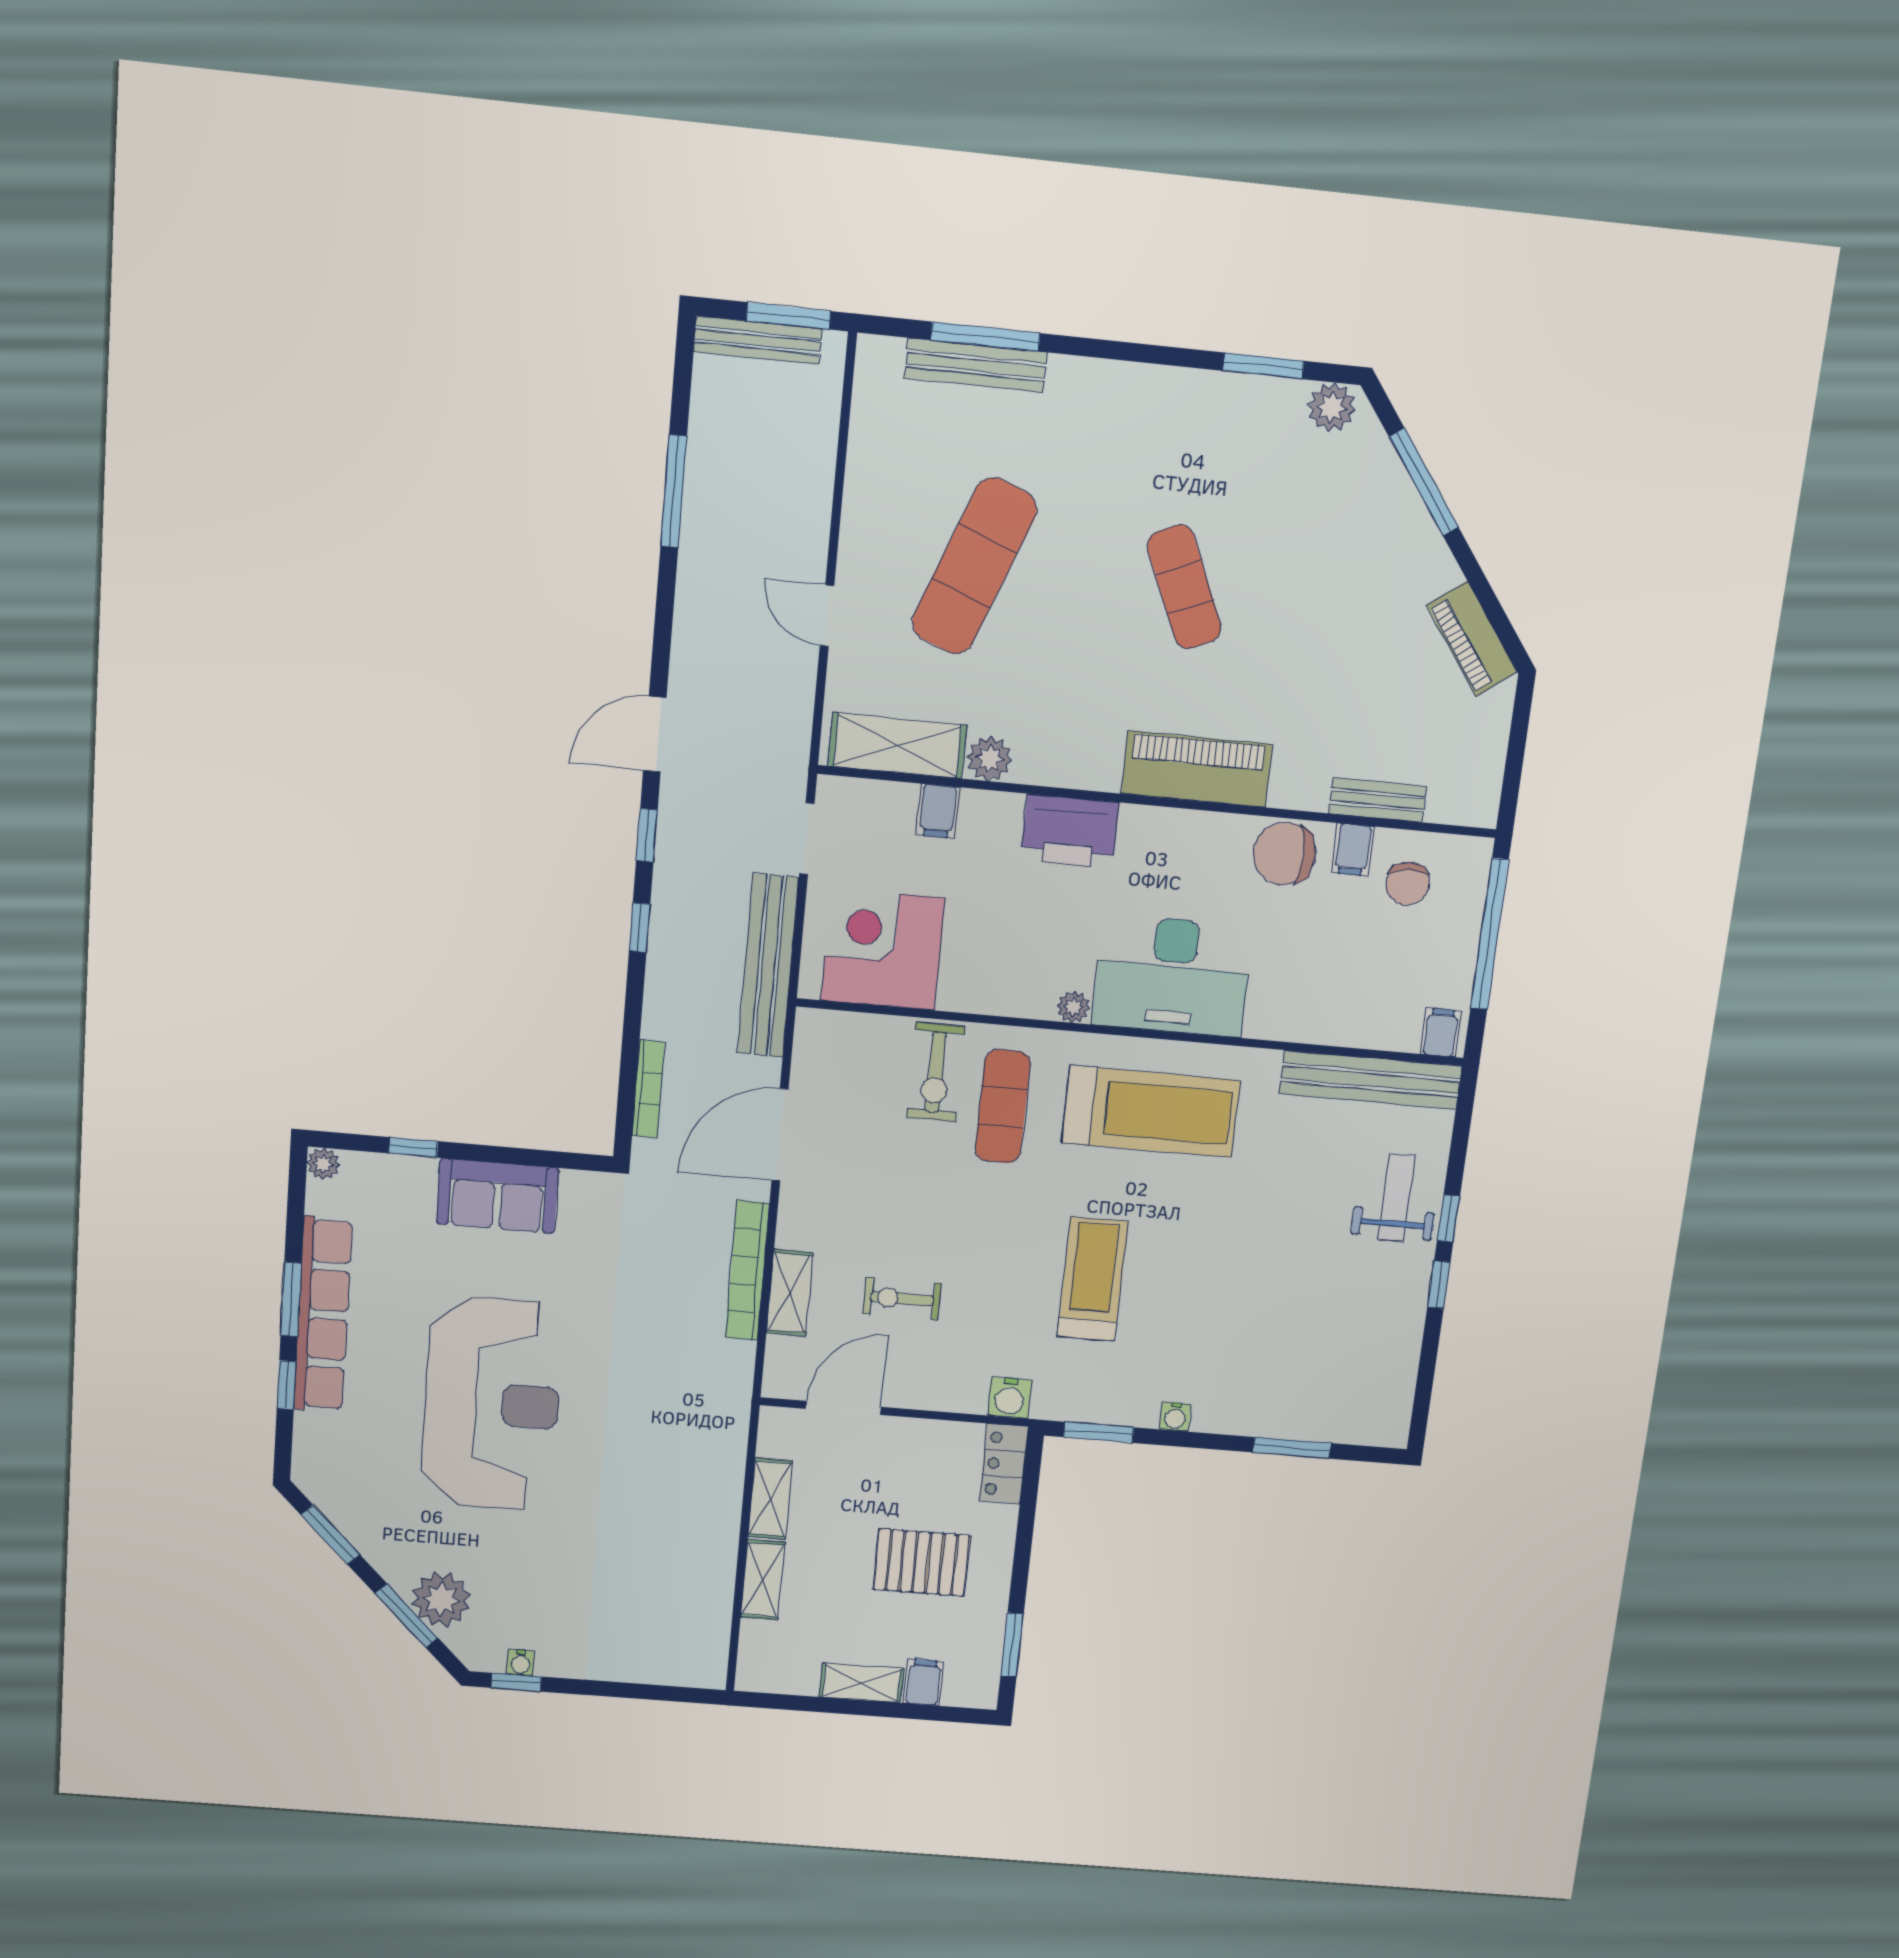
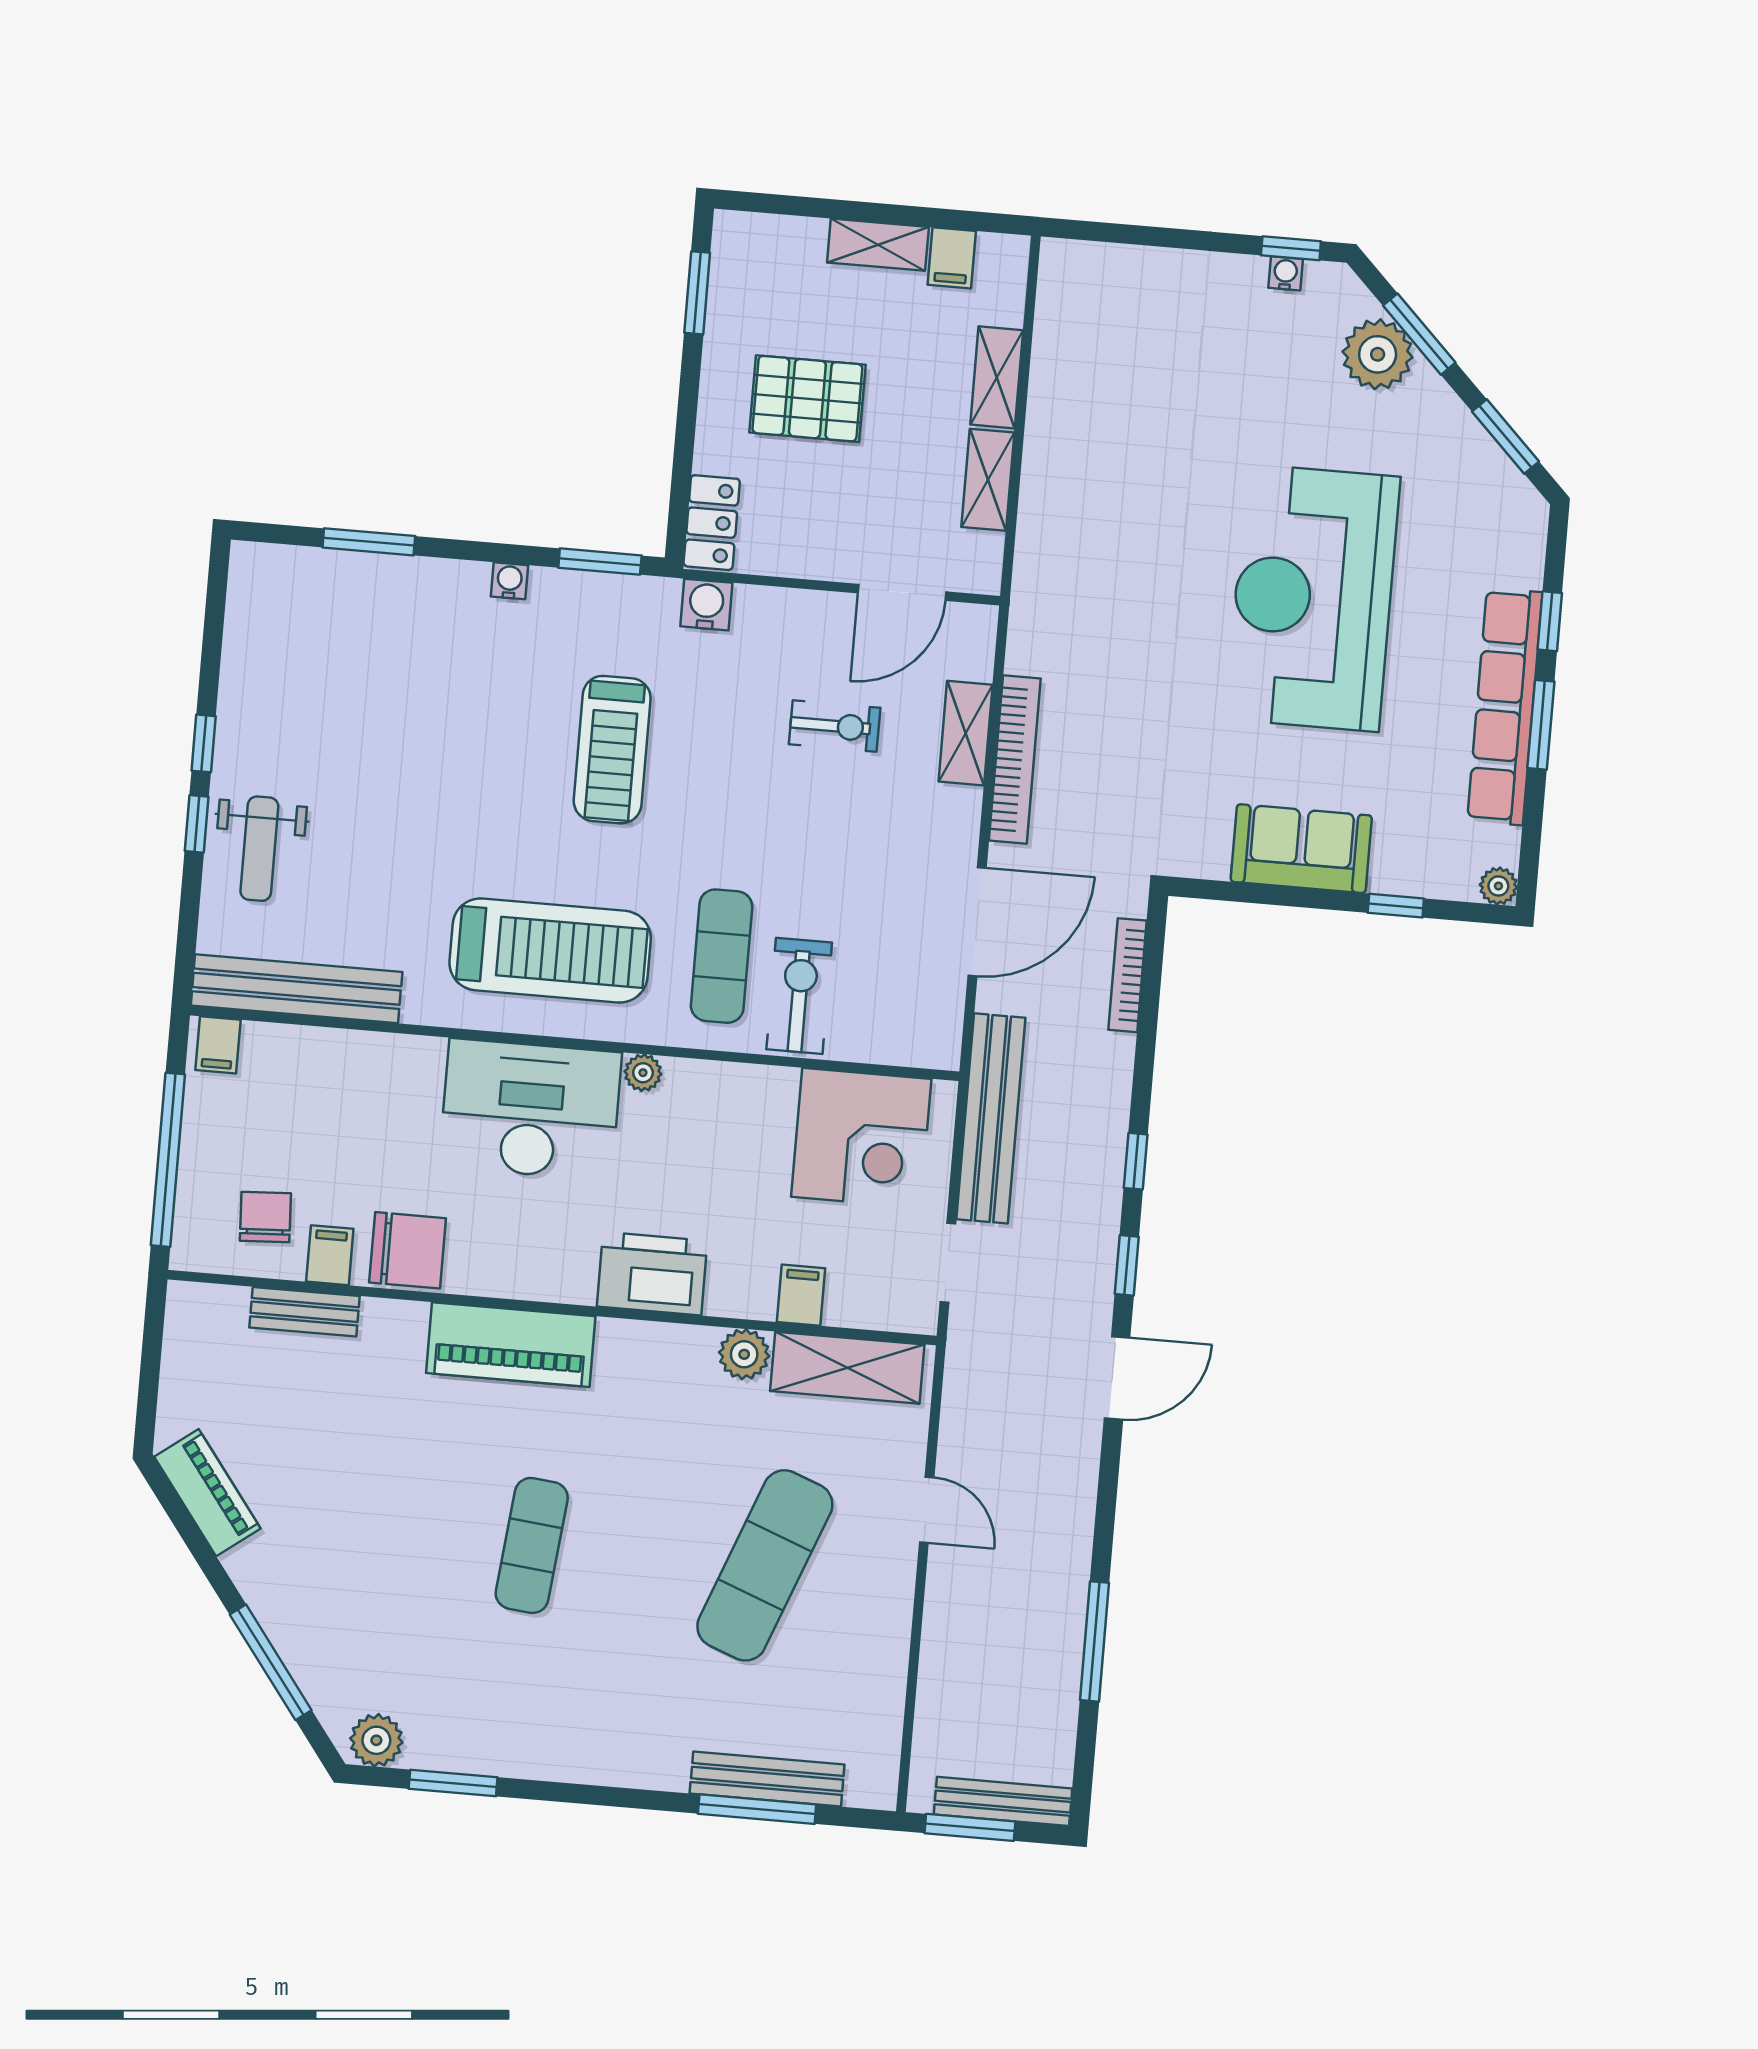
exercise mat: (1184, 587) -> (532, 1545), turned 30
treadmill: (1151, 1112) -> (550, 950), turned 180
filing cabinet: (924, 1682) -> (952, 258), moved

